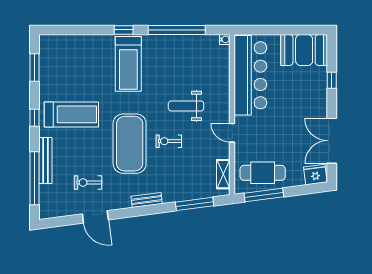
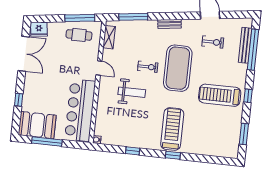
window: (177, 30) -> (133, 151), width x0.32
window: (289, 30) -> (47, 142), added
bench: (45, 161) -> (245, 45), moved
cafe table: (263, 173) -> (79, 35), width x0.73, depth x0.74

